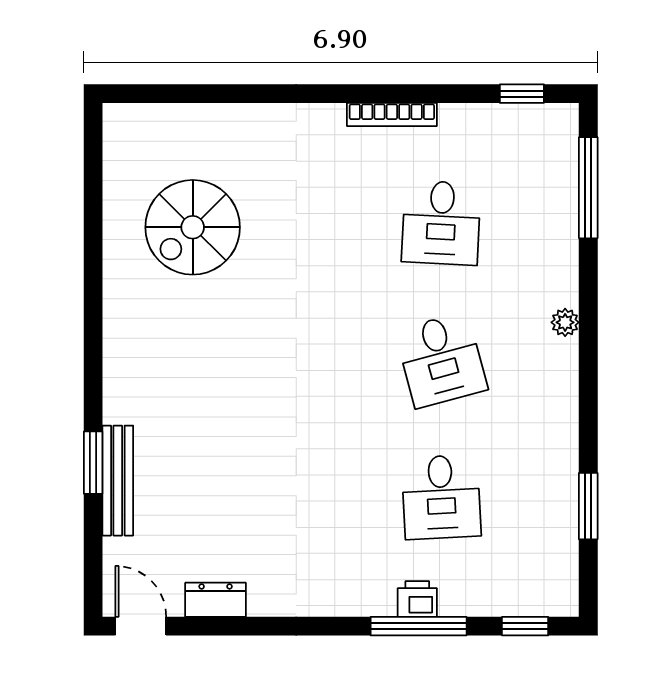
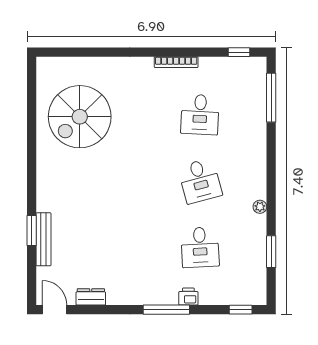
spiral stairs: (193, 227) -> (80, 117), width x1.37, depth x1.37
plant: (565, 322) -> (260, 207), moved
window: (419, 626) -> (166, 310), moved

